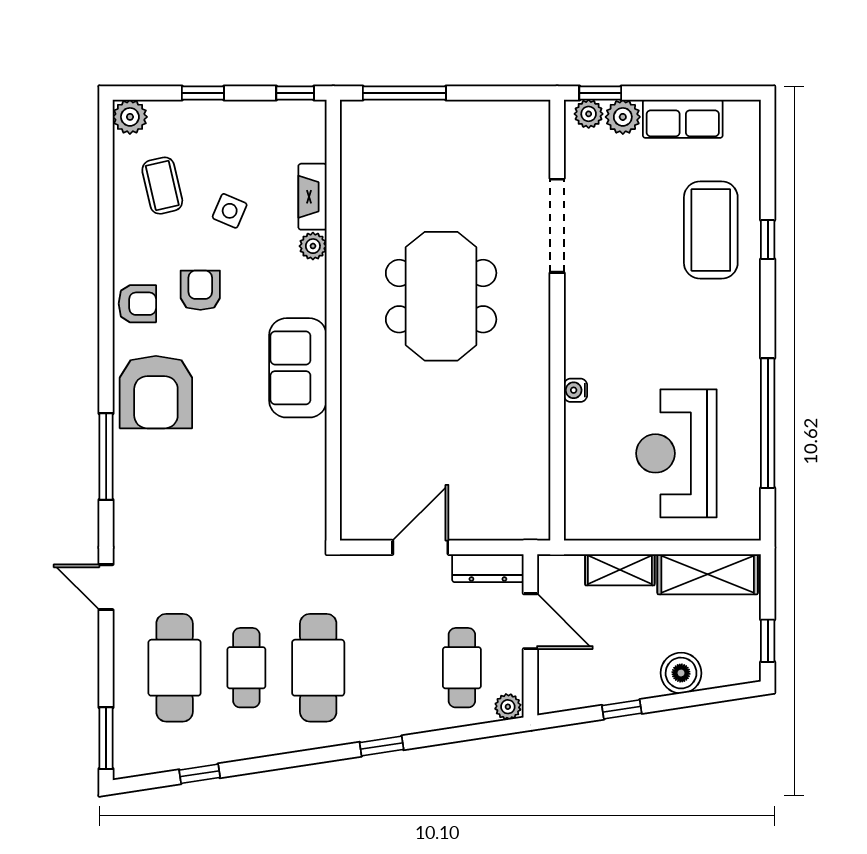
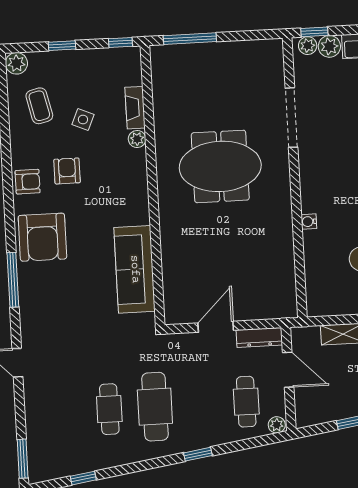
meeting table: (441, 296) -> (220, 166), turned 90
sofa: (298, 368) -> (135, 269), moved, width x1.36
cafe table: (175, 668) -> (64, 412), removed

